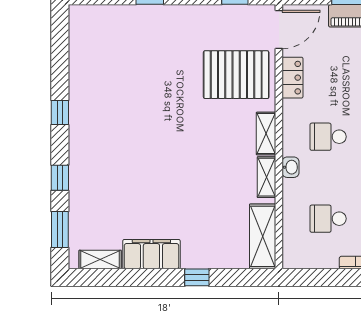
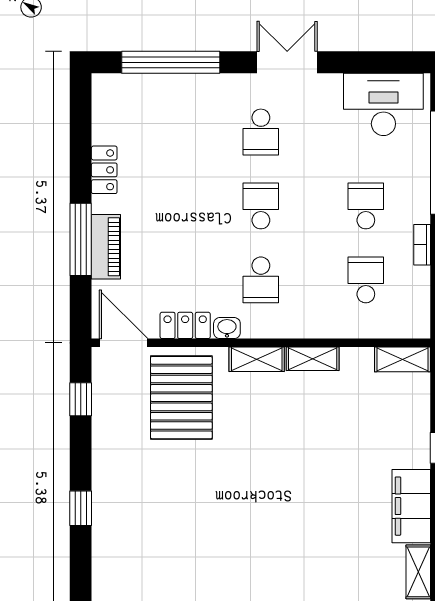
washbasin: (290, 167) -> (227, 328), moved
school desk: (328, 219) -> (366, 280), turned 180
shelving: (263, 236) -> (402, 359), width x0.67, depth x0.75

